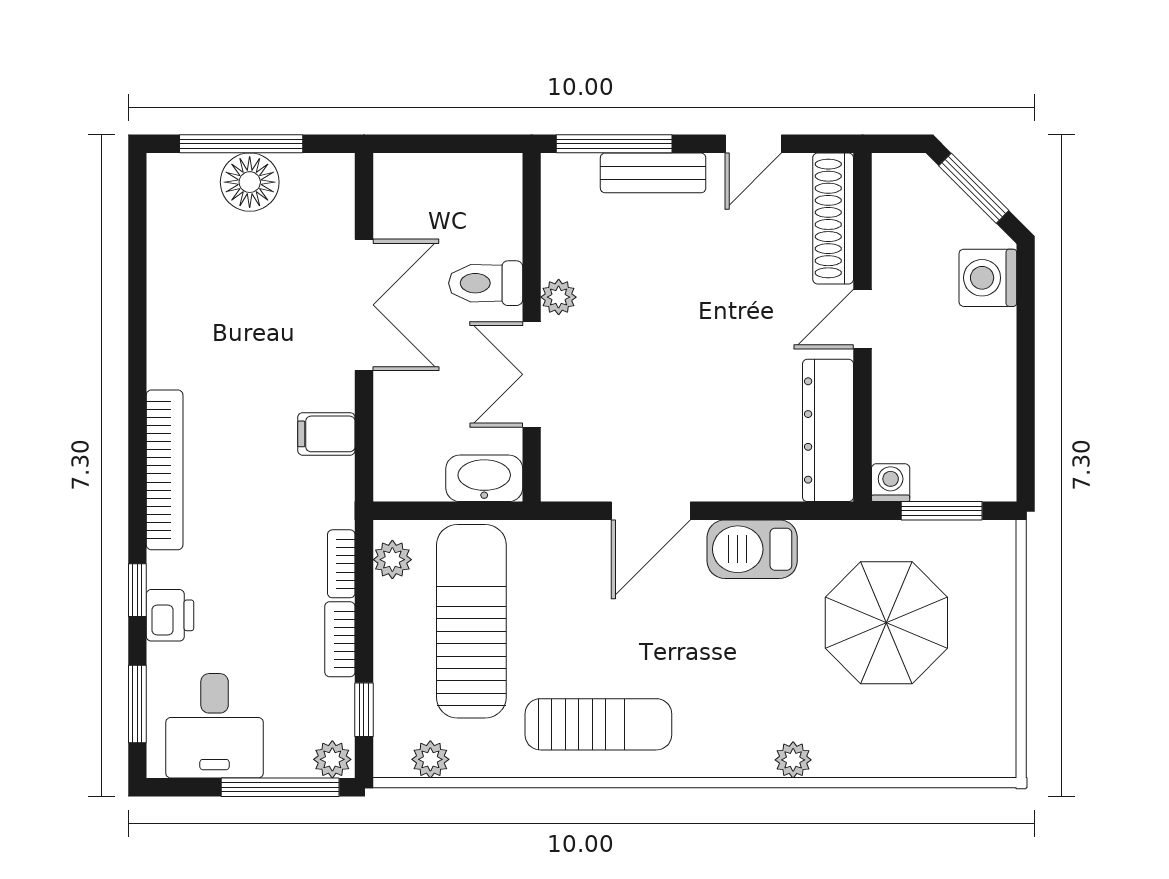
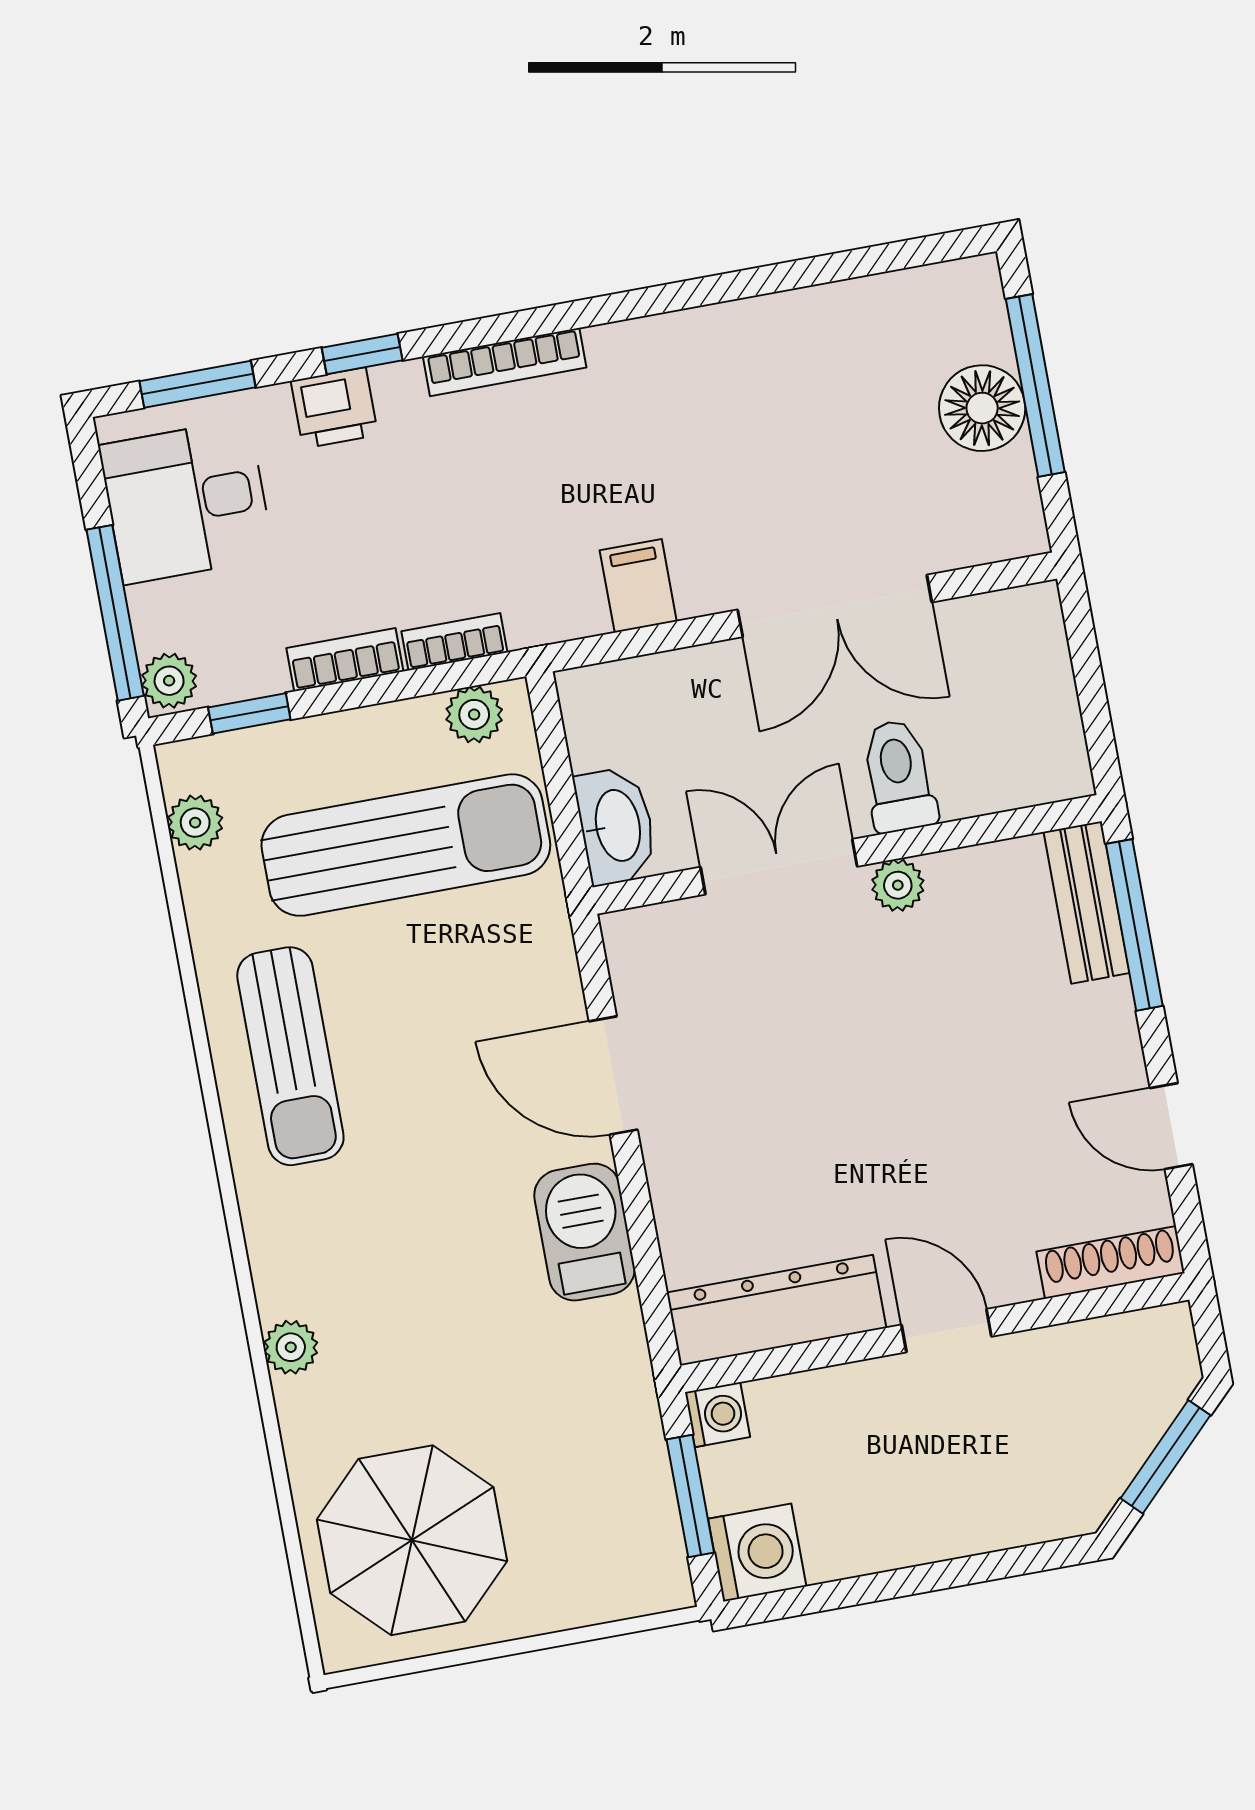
bench: (653, 173) -> (1087, 902), moved
shoe rack: (833, 218) -> (1111, 1262), width x0.74, depth x0.81
washing machine: (988, 278) -> (757, 1553), moved, turned 90
bookcase: (165, 470) -> (505, 362), width x0.68, depth x0.76
parasol: (886, 623) -> (412, 1540), moved

